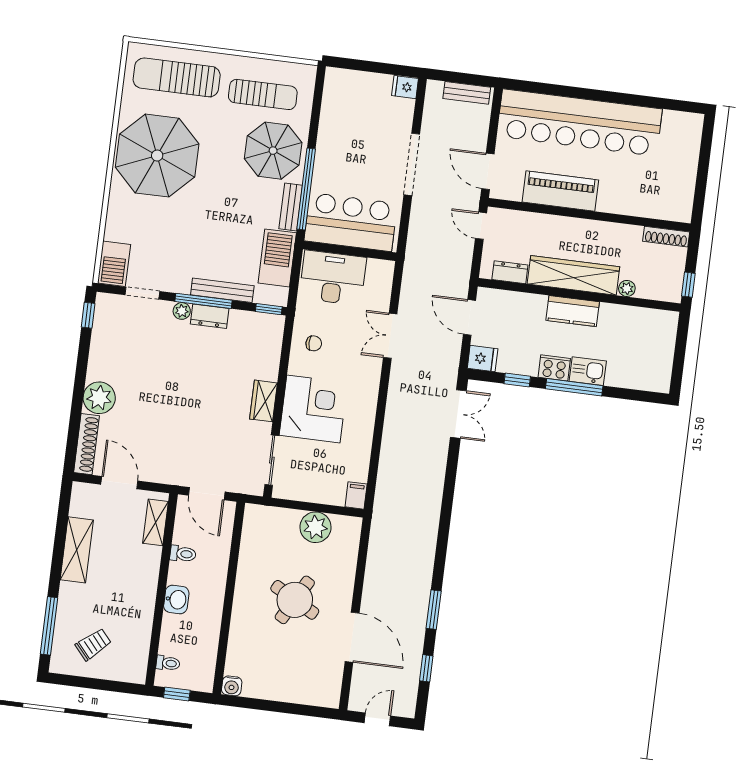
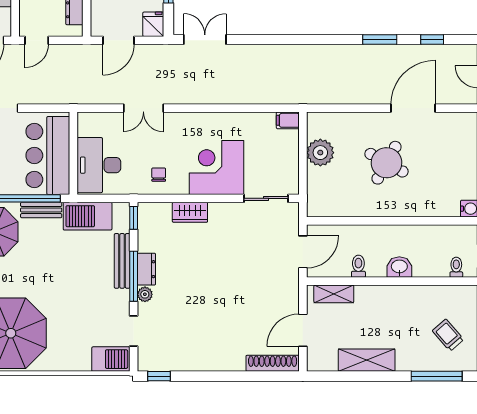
plant: (99, 398) -> (230, 357), removed
wardrobe: (264, 401) -> (190, 212), moved

